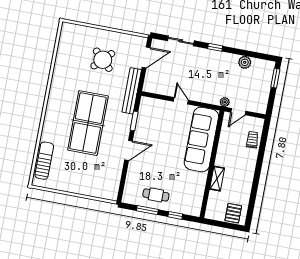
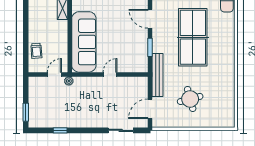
window: (215, 47) -> (60, 130), moved
round table: (103, 60) -> (190, 99), turned 31
plant: (245, 62) -> (57, 122), removed
door: (181, 101) -> (110, 74), swing flipped
door: (129, 150) -> (150, 19), hinge flipped

